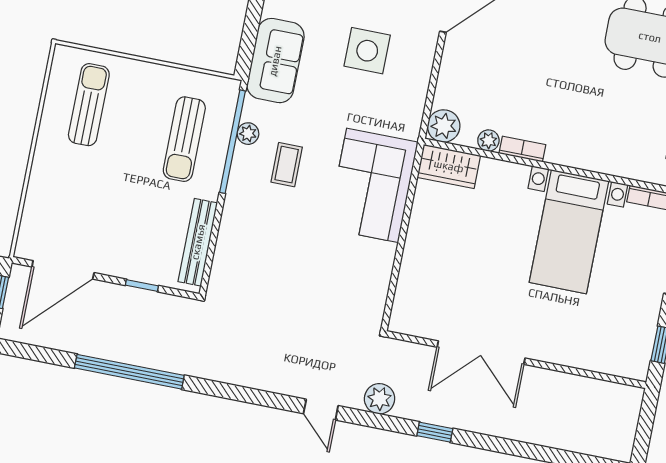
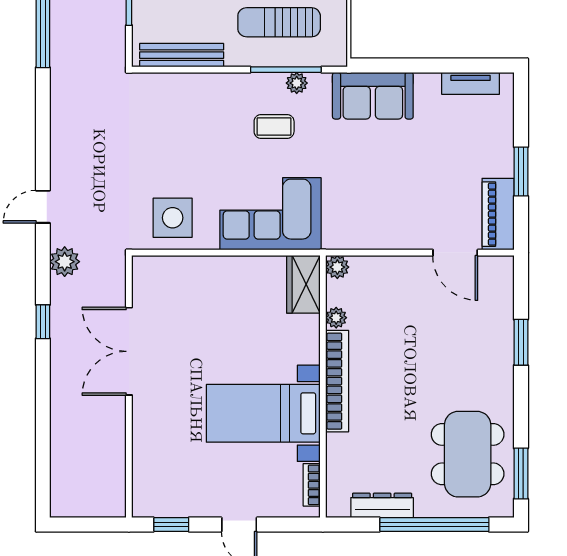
side table: (367, 51) -> (173, 218), moved
plant: (444, 126) -> (337, 267), width x0.73, depth x0.73
window: (233, 142) -> (286, 70), width x0.68
bookcase: (522, 149) -> (337, 381), width x2.31, depth x1.31

